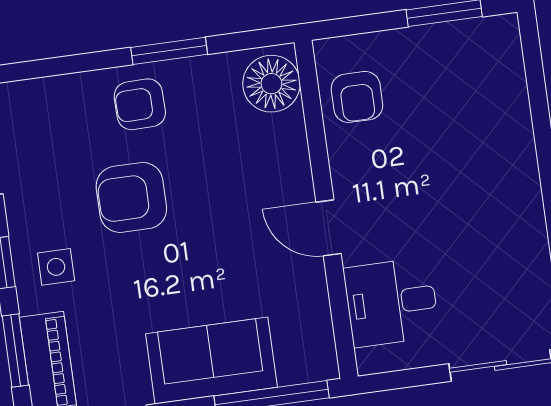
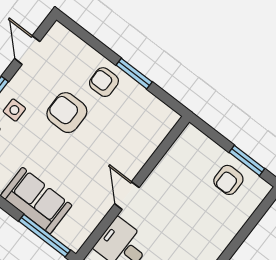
floor lamp: (271, 84) -> (159, 123), removed
armchair: (357, 97) -> (228, 180), moved

